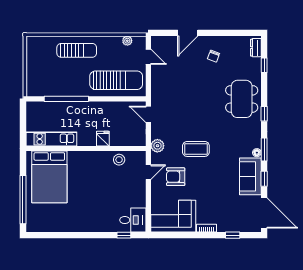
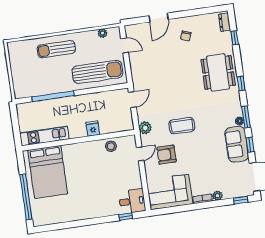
sun lounger: (77, 50) -> (56, 49), turned 180
door: (148, 114) -> (132, 100), swing flipped
plant: (222, 227) -> (217, 196), added
window: (233, 235) -> (241, 200), moved

